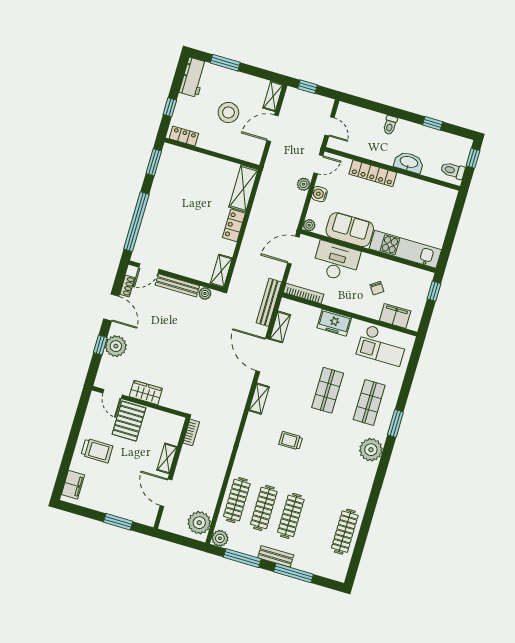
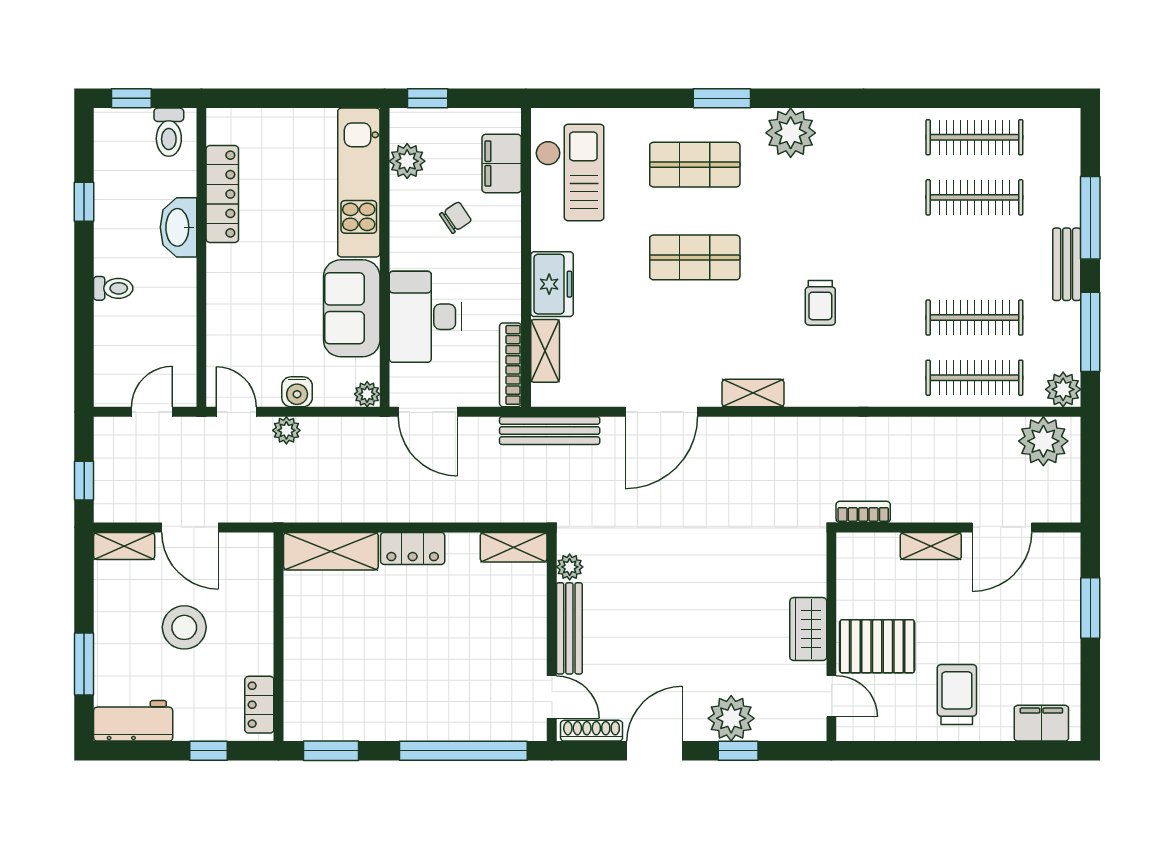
locker: (373, 173) -> (222, 194), moved
plant: (409, 274) -> (407, 161), added
shoe rack: (127, 286) -> (592, 731), width x1.43
shelving: (280, 327) -> (545, 351), moved, turned 90
door: (113, 394) -> (831, 696), hinge flipped
clothes rail: (291, 516) -> (974, 197), moved

